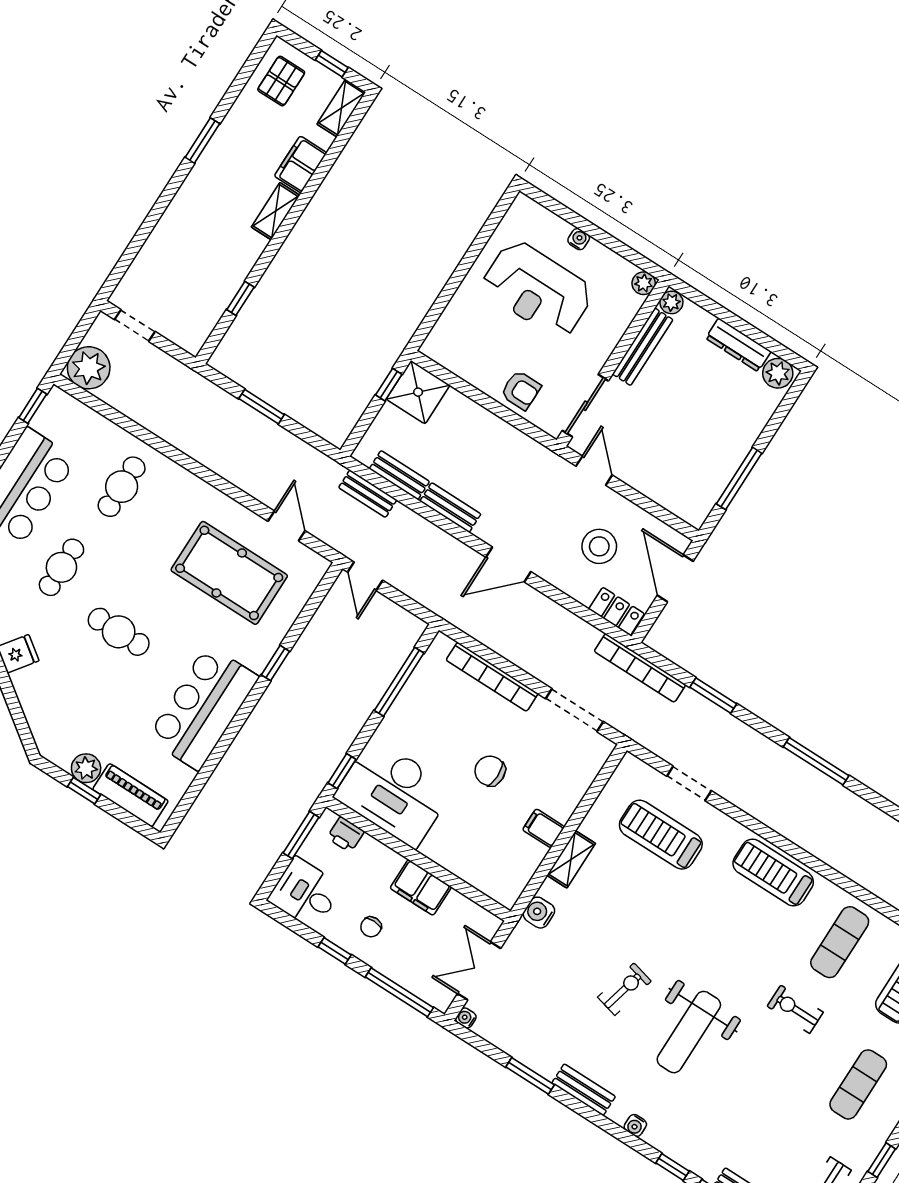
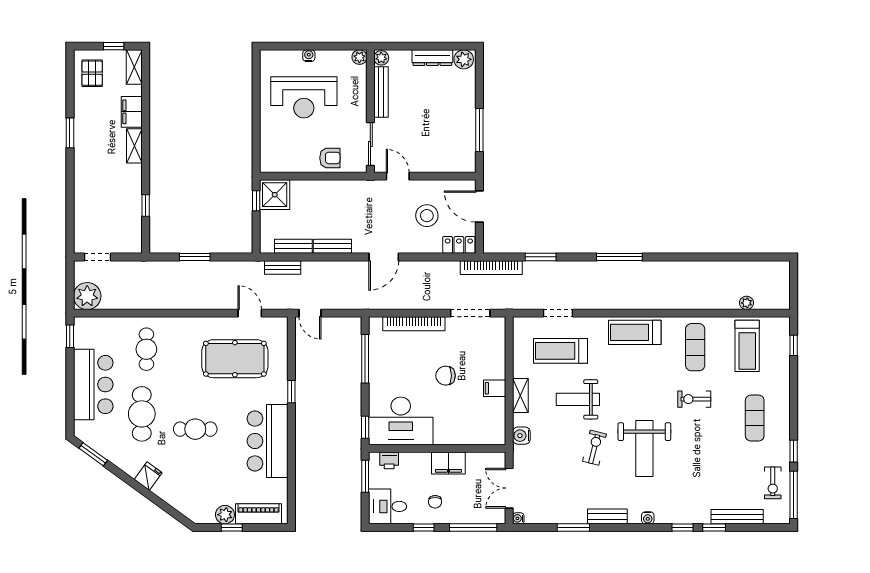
cafe table: (61, 567) -> (142, 414), width x1.37, depth x1.35
weight bench: (643, 912) -> (578, 399), added

